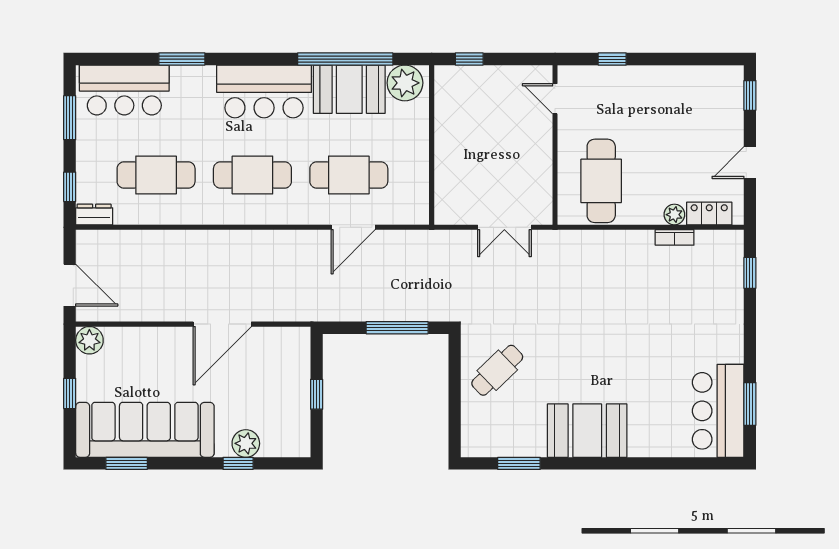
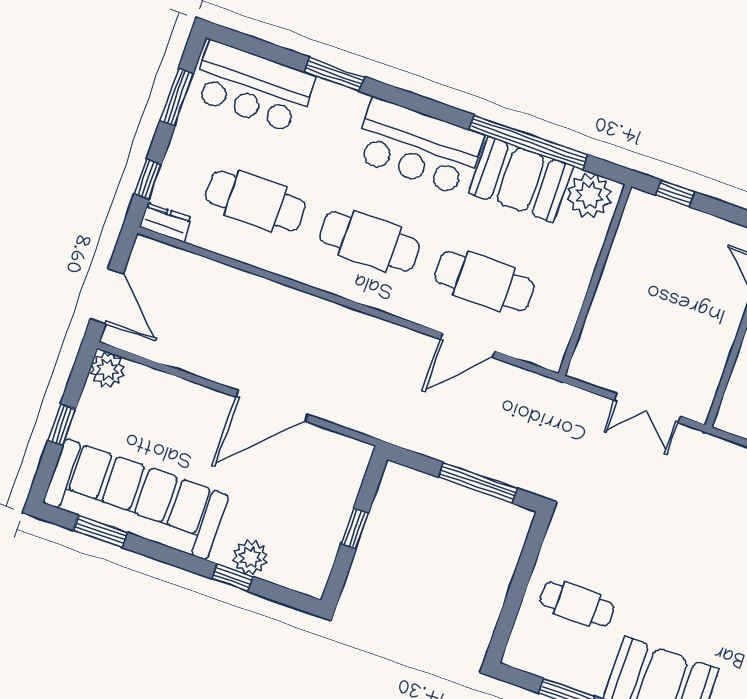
cafe table: (497, 370) -> (577, 604), moved, turned 44

